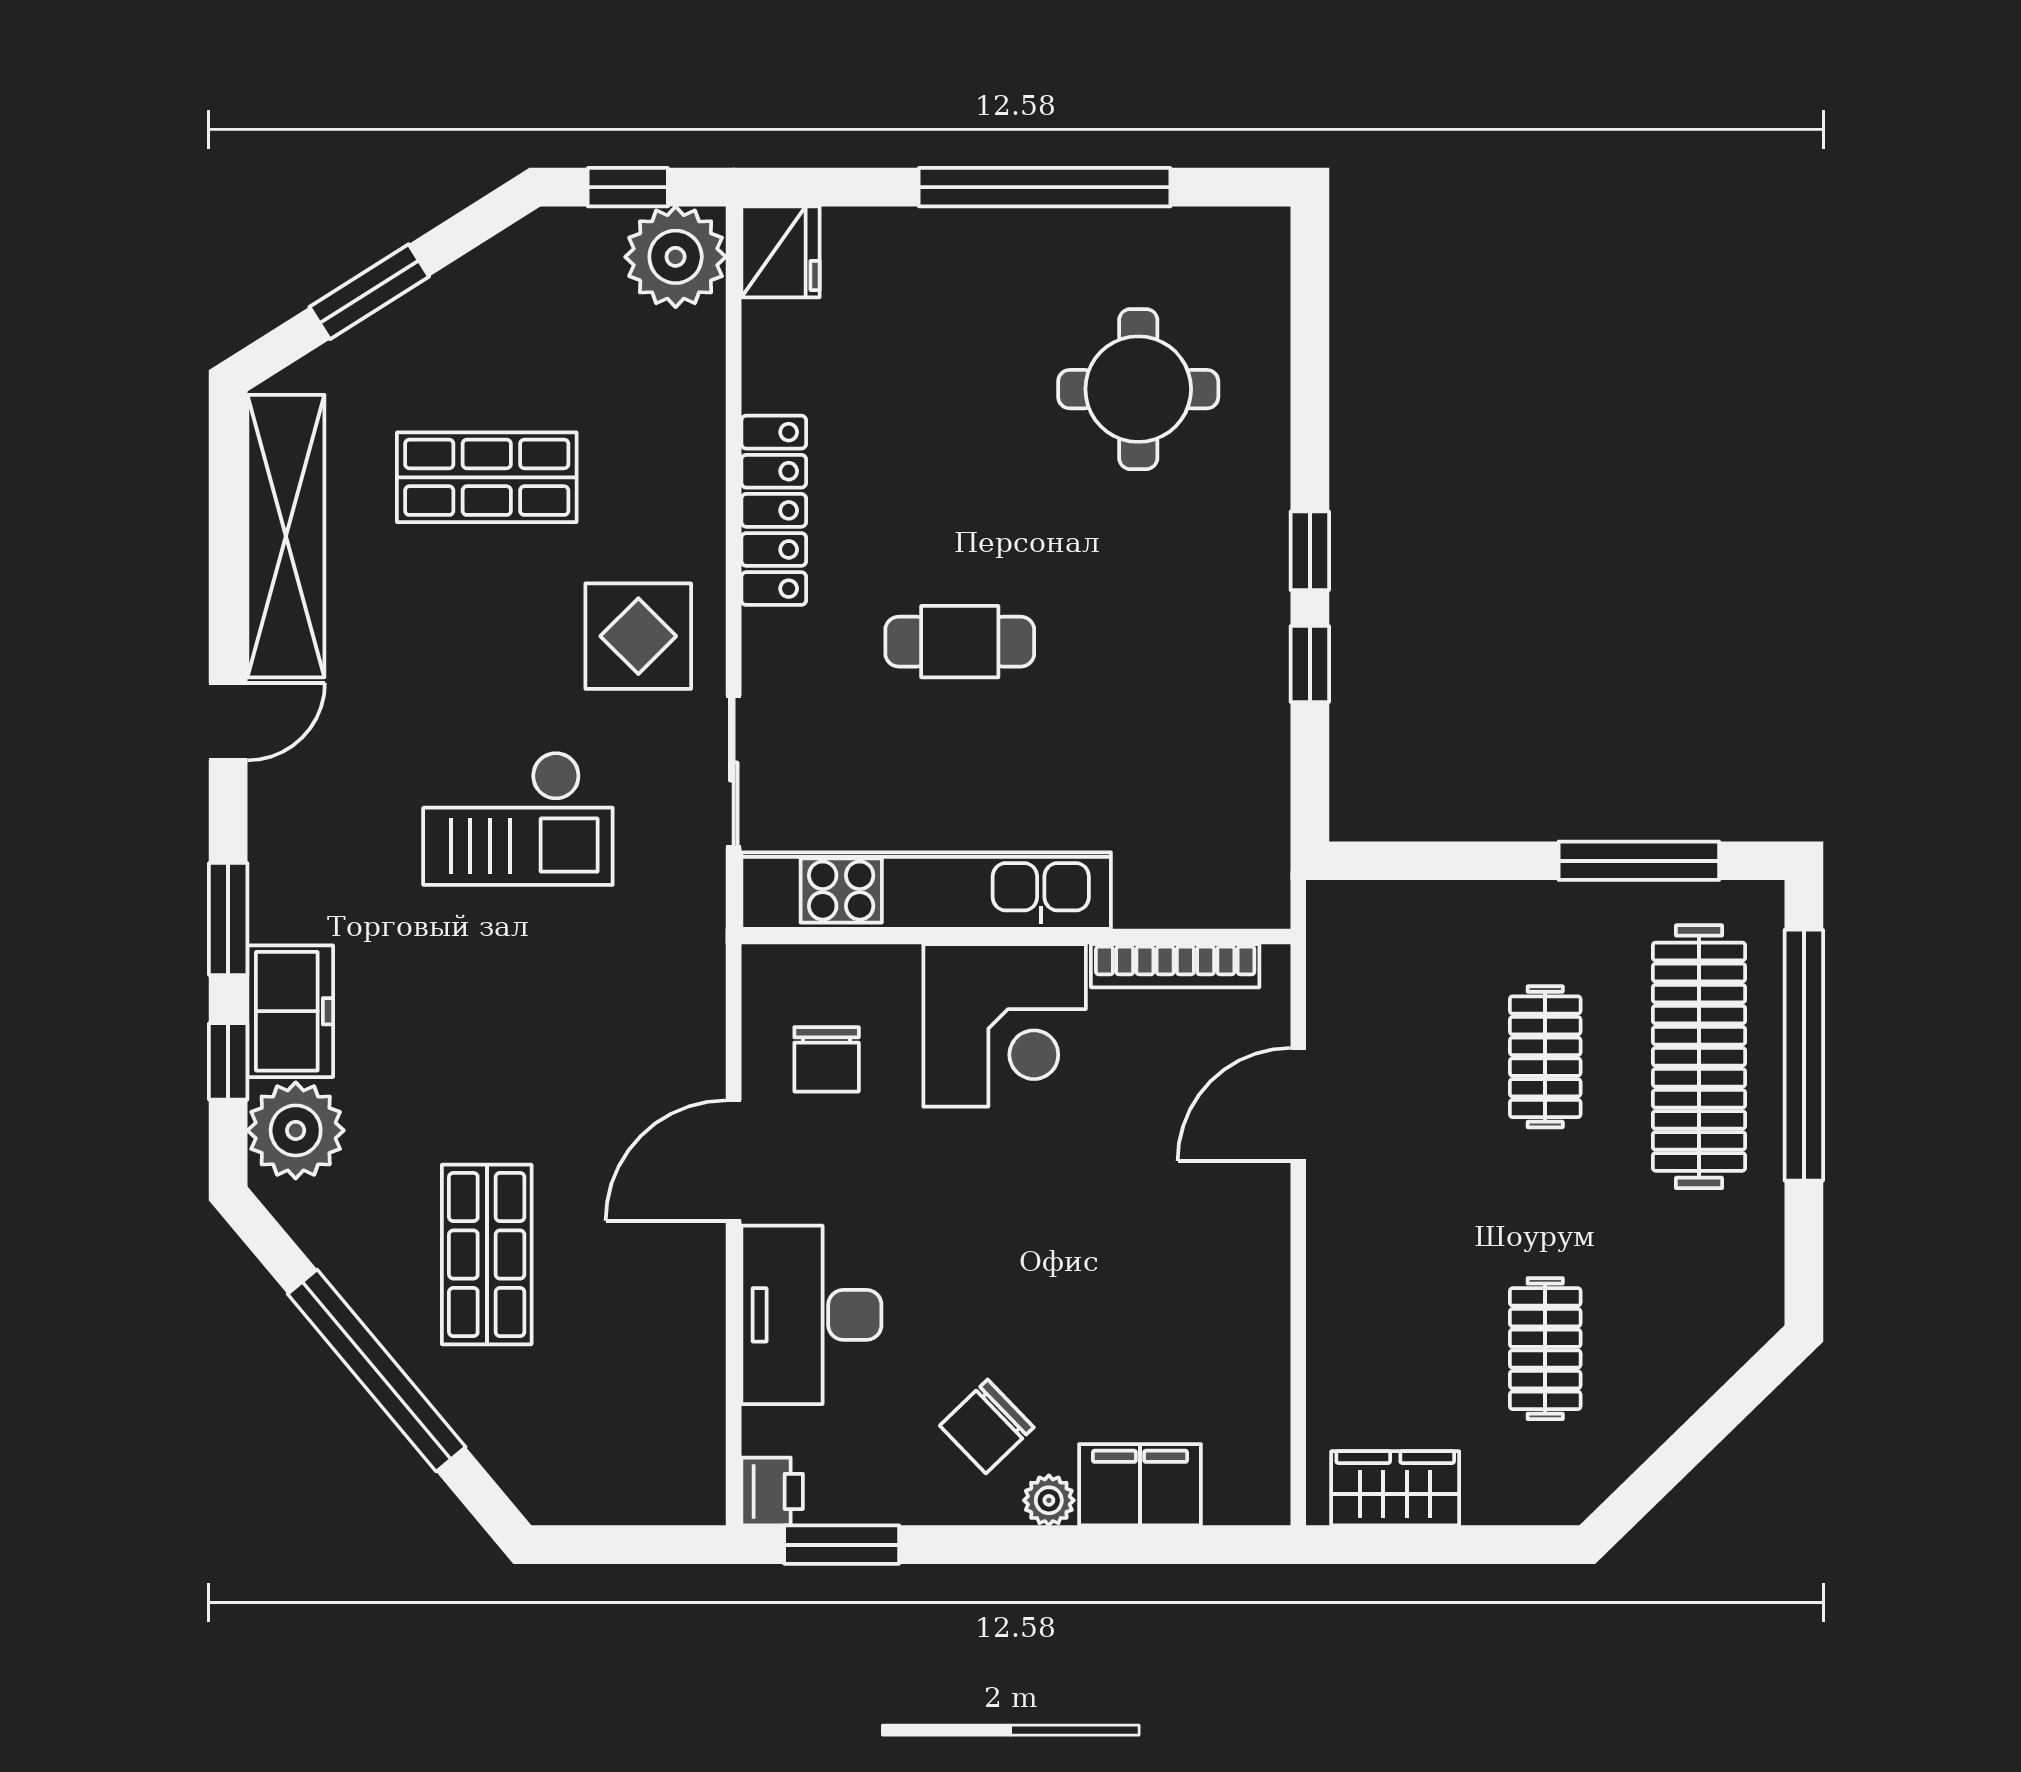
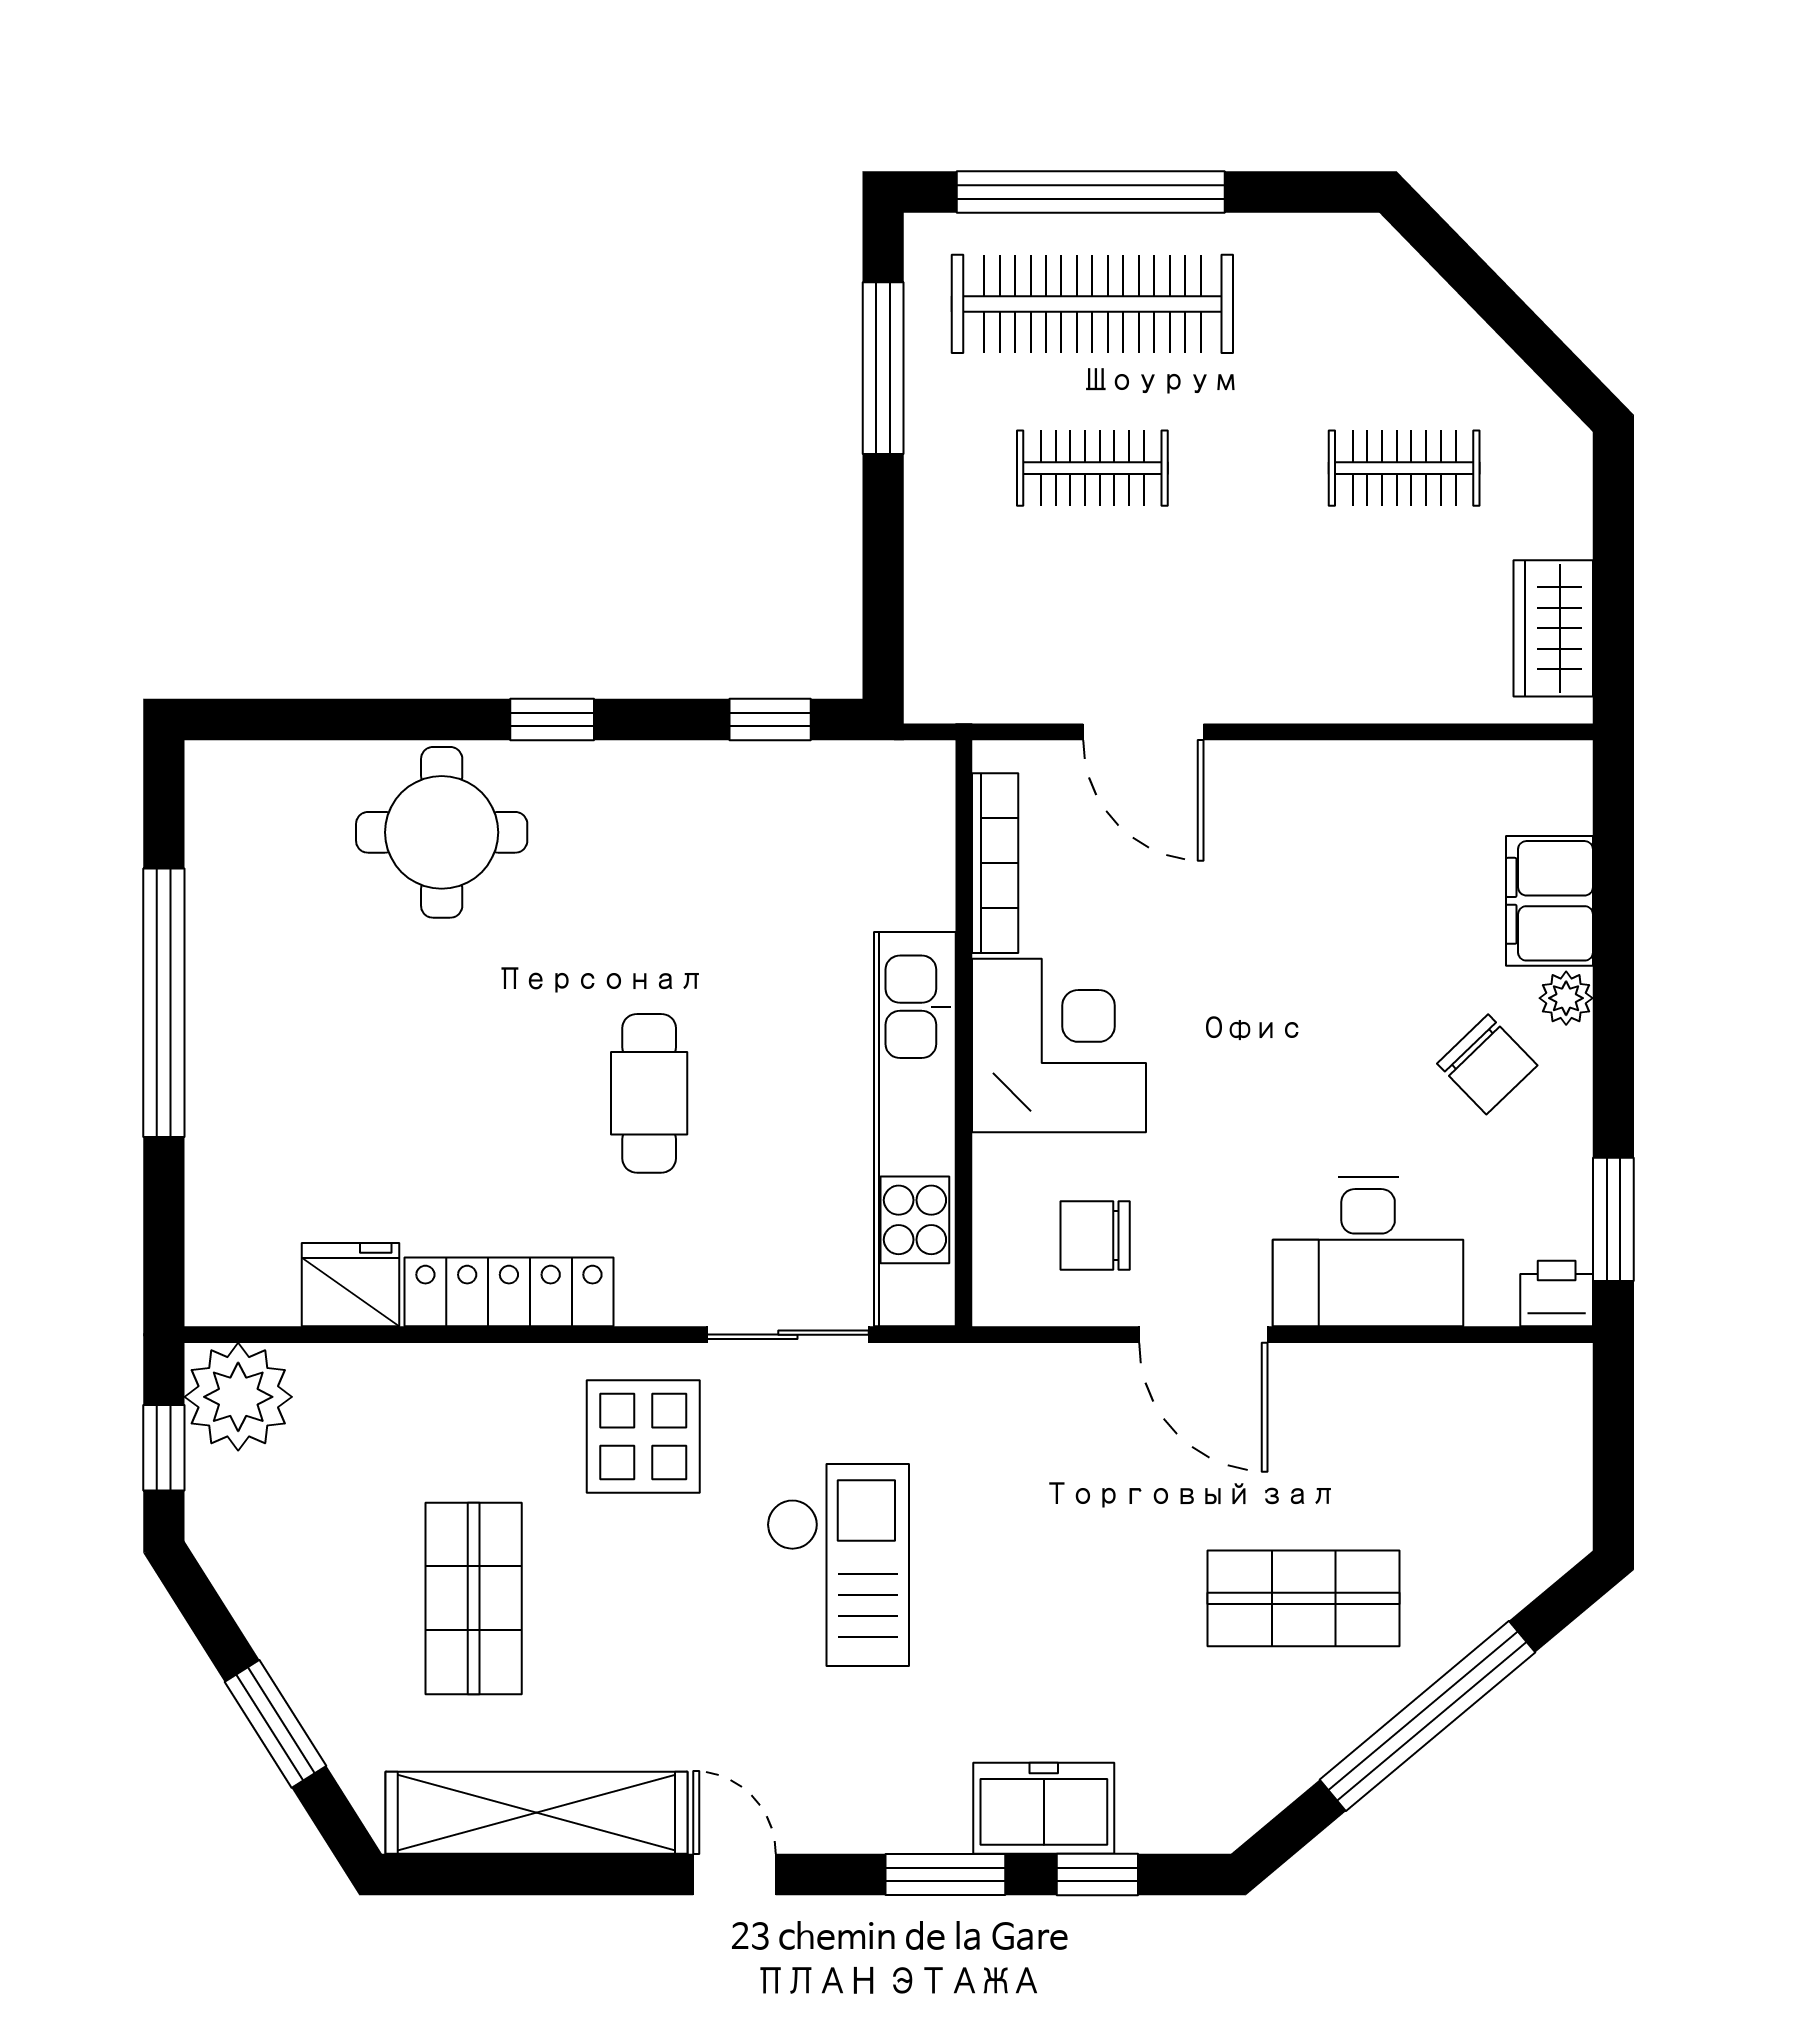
fridge: (781, 252) -> (350, 1285), moved
round table: (1138, 389) -> (442, 832), moved
window: (1310, 664) -> (770, 720), moved
chair: (827, 1059) -> (1095, 1235), turned 180
plant: (296, 1130) -> (1171, 1802), removed

